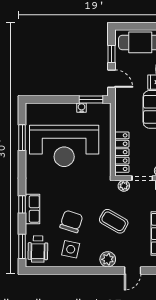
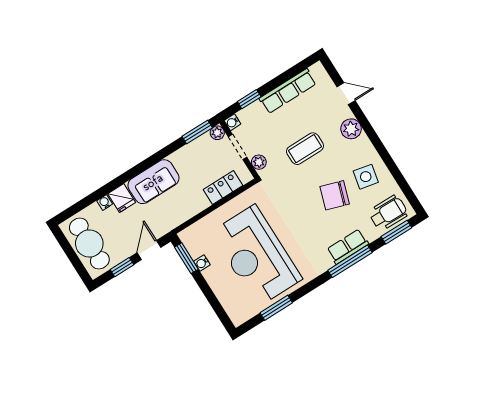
reception desk: (64, 146) -> (256, 256), turned 180
locker: (122, 152) -> (223, 188), width x0.66
window: (22, 204) -> (350, 261), width x2.17
coffee table: (114, 221) -> (305, 149), turned 60

